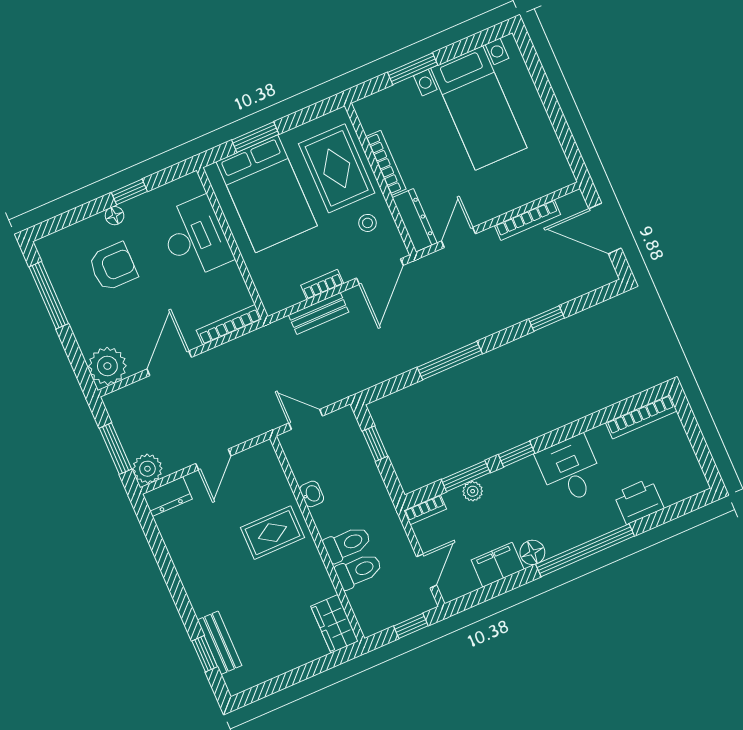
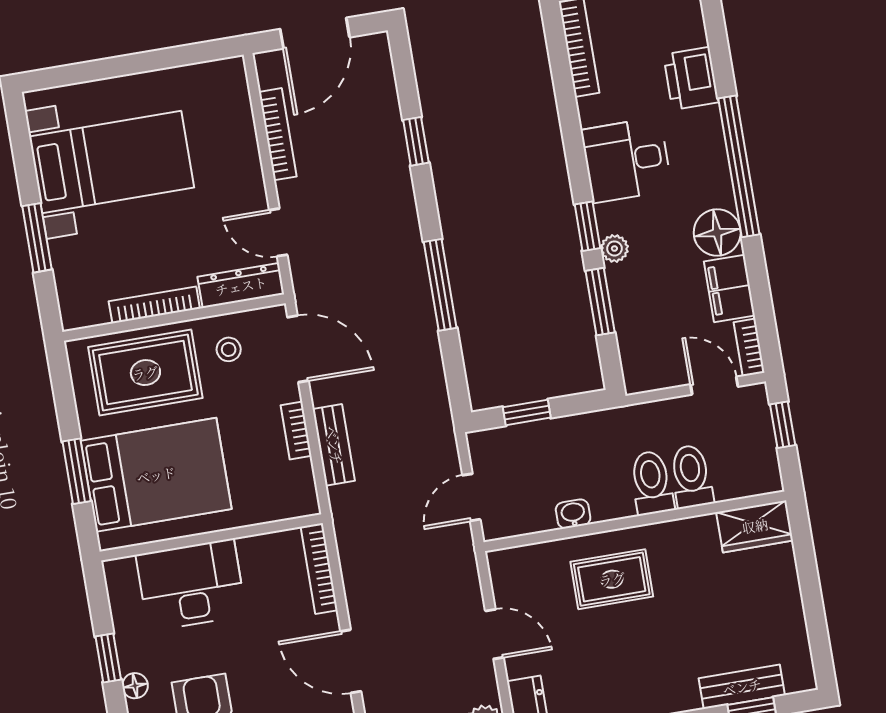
plant: (473, 491) -> (614, 248), moved
bookcase: (425, 510) -> (749, 347), moved, turned 180
rug: (272, 533) -> (612, 579), turned 90
floor lamp: (532, 552) -> (717, 233), width x1.38, depth x1.38

